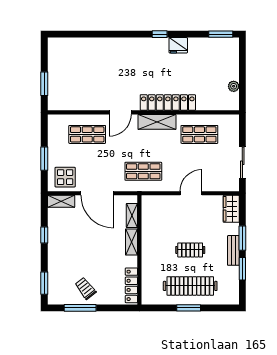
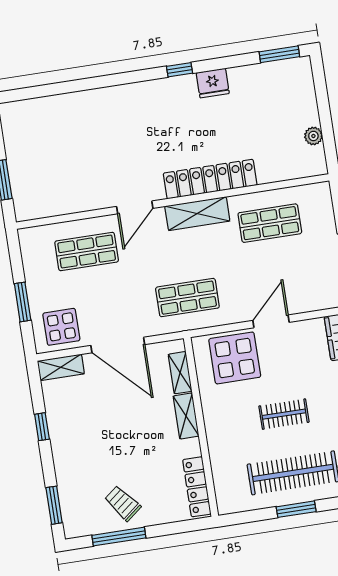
display table: (166, 212) -> (235, 358), added

